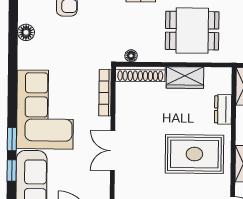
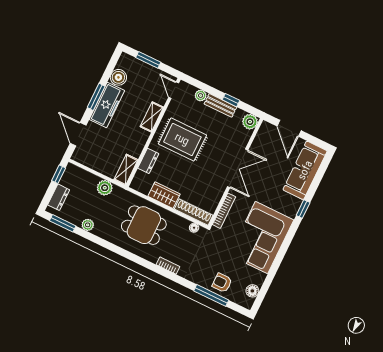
floor lamp: (26, 32) -> (252, 291), moved
corner sofa: (45, 110) -> (261, 238), moved
double door: (113, 151) -> (238, 168), width x1.37
window: (12, 170) -> (313, 188), removed

